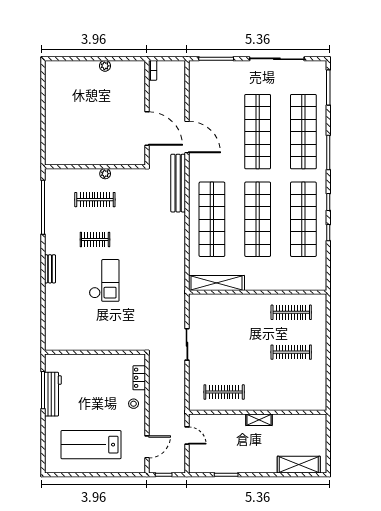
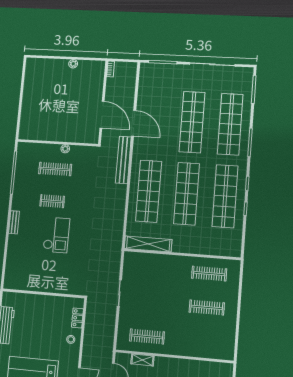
shelving: (259, 420) -> (142, 360), moved

